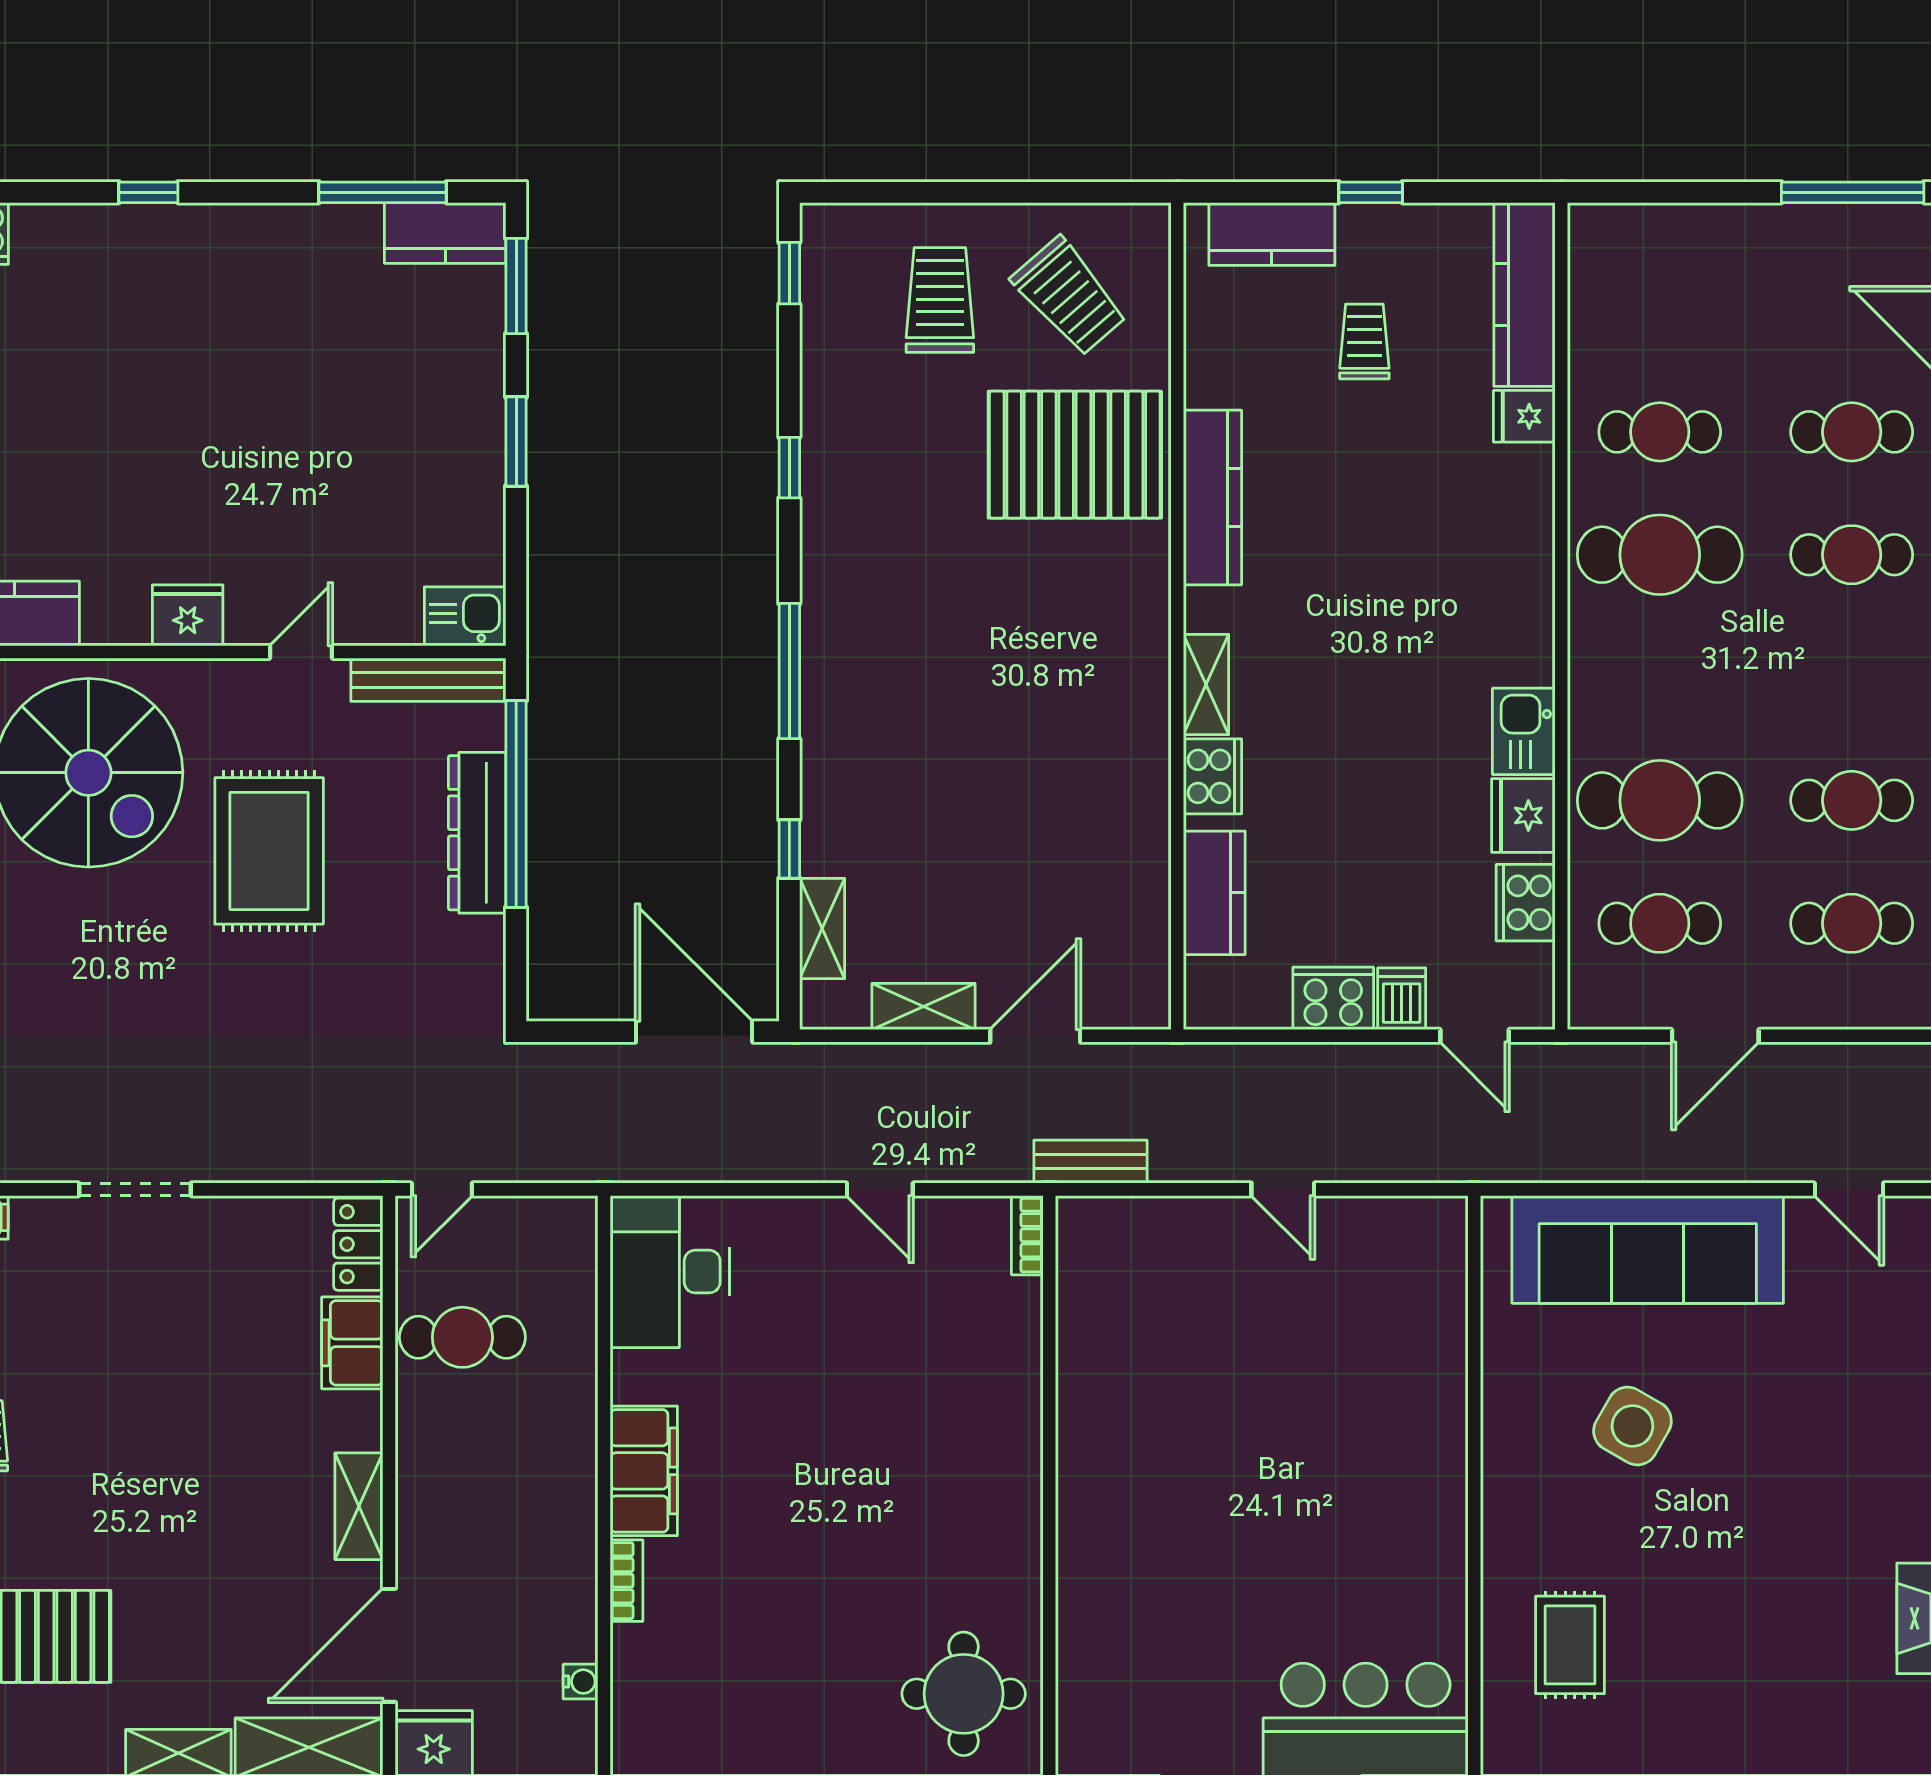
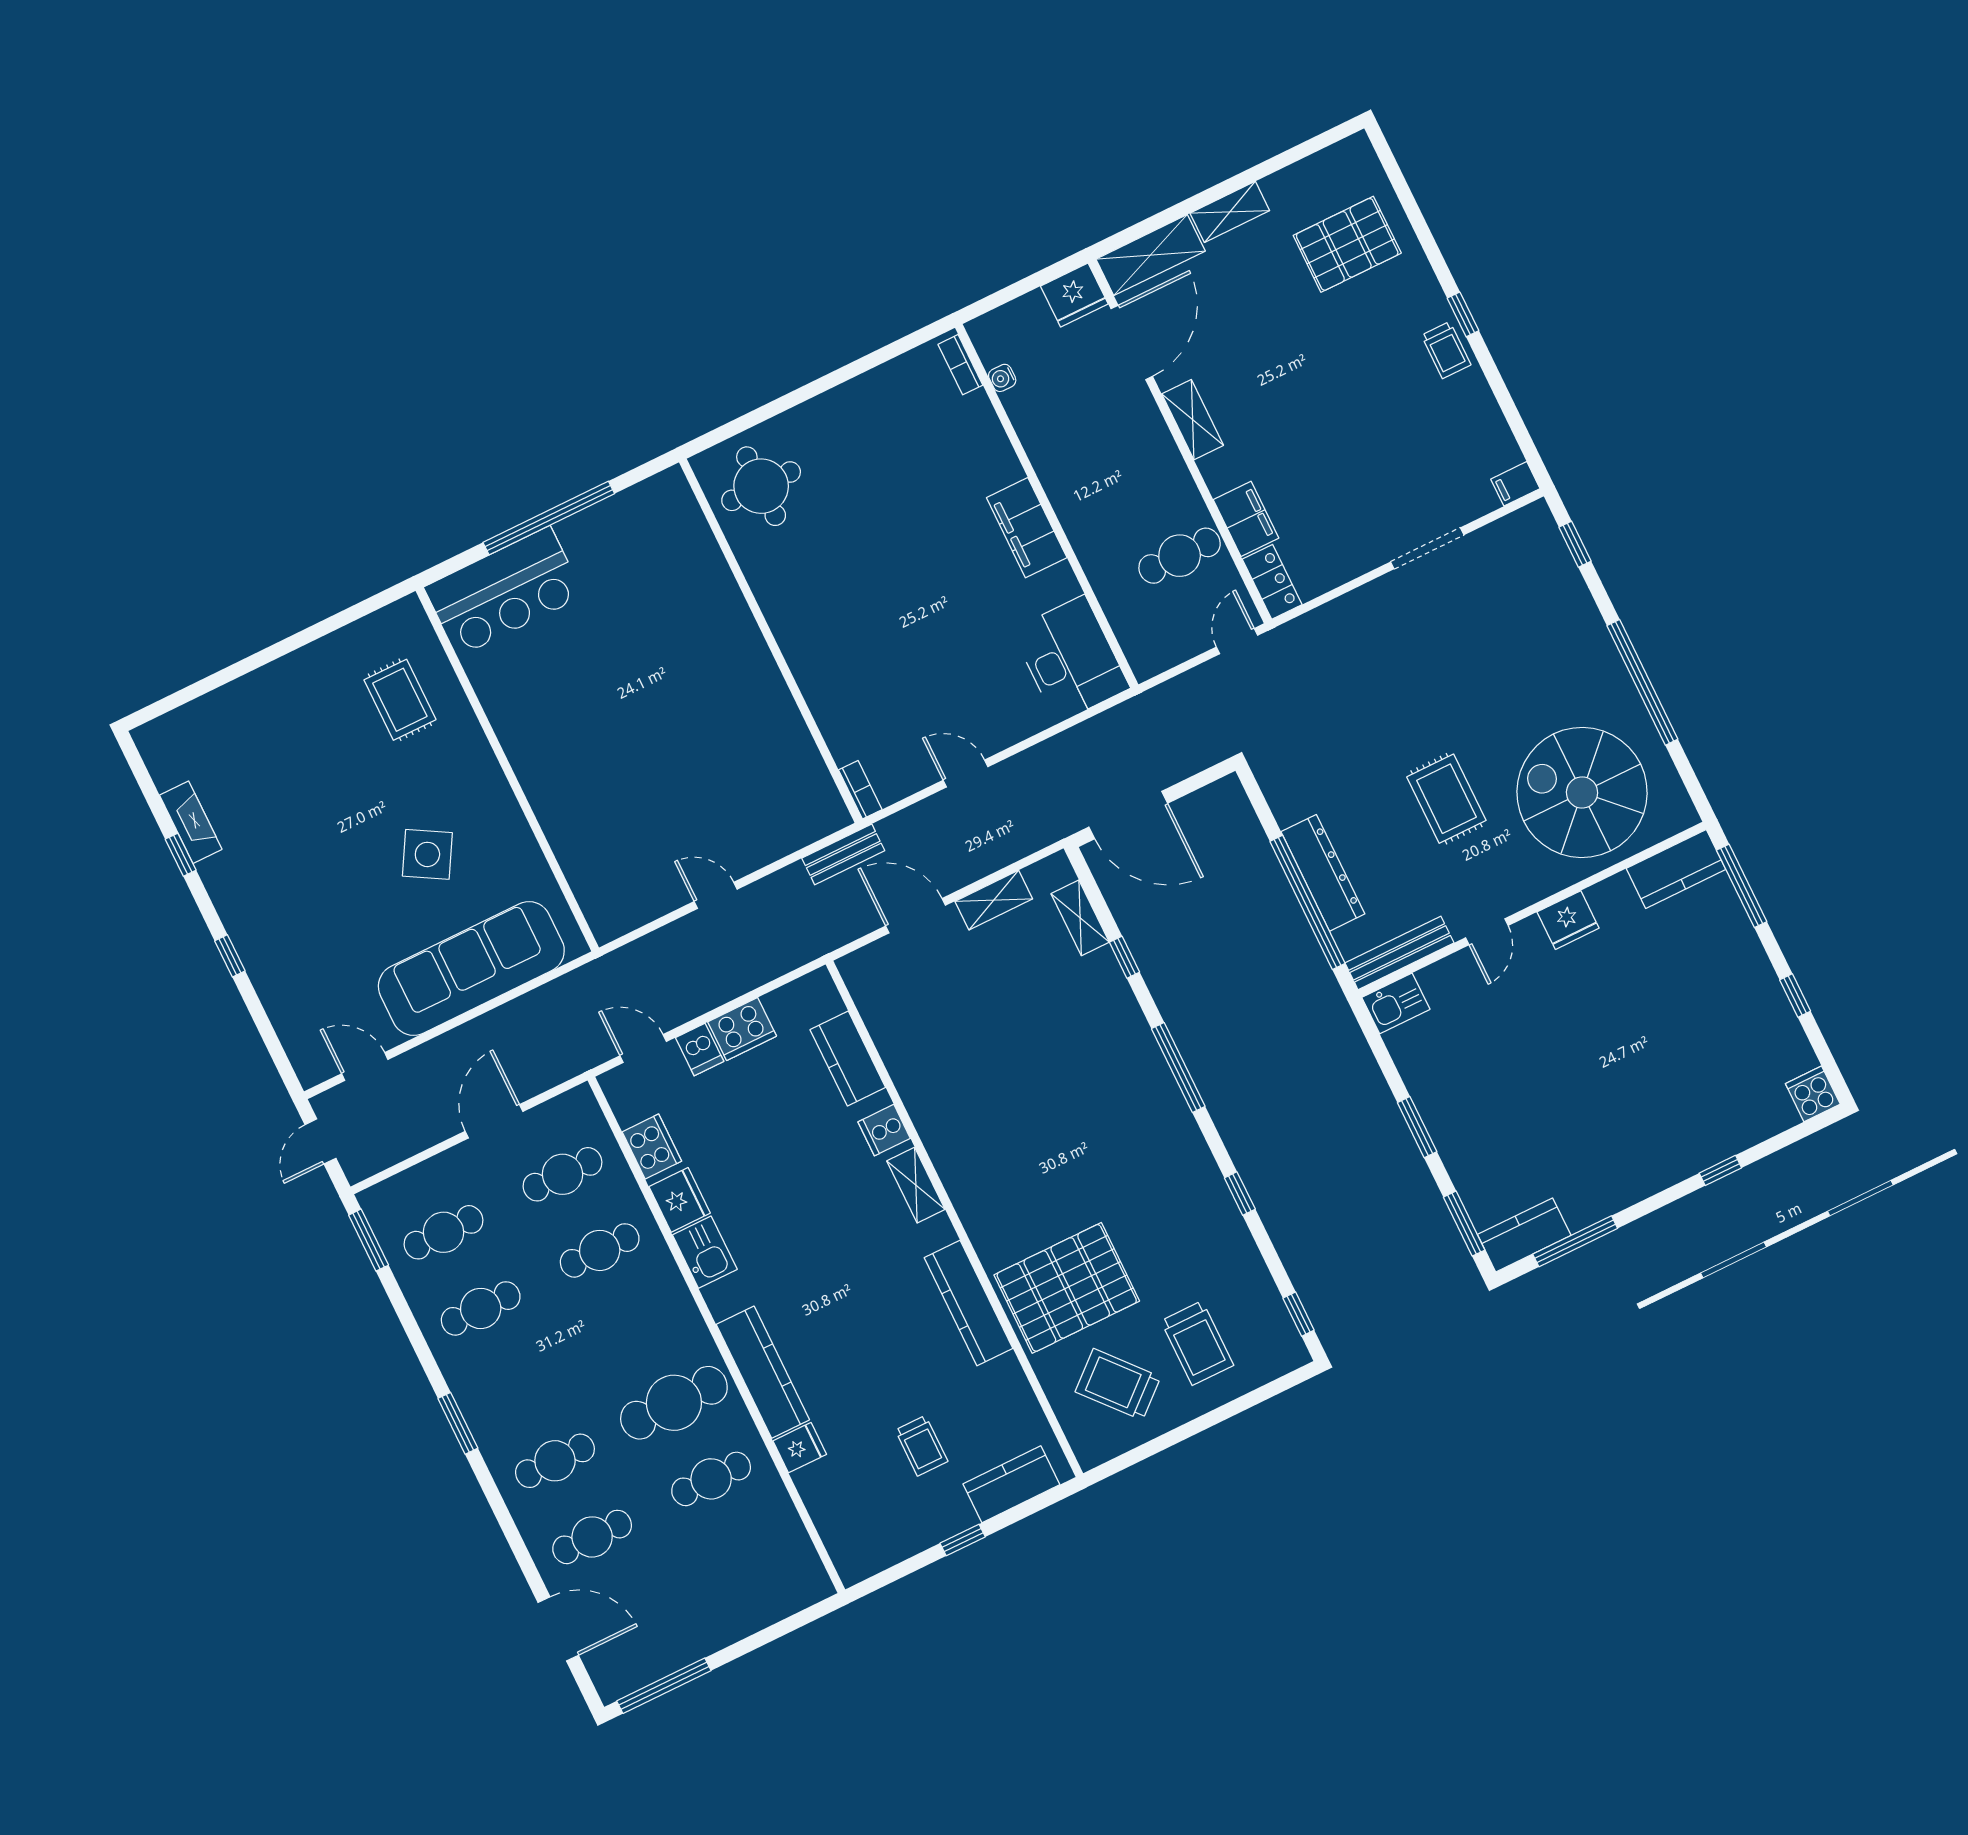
kitchen counter: (1524, 294) -> (763, 1372), moved
cooker: (1213, 776) -> (884, 1130), width x0.73
cafe table: (1660, 800) -> (600, 1250), width x0.73, depth x0.74
rug: (269, 851) -> (1446, 799), width x0.73, depth x0.70
door: (1035, 1036) -> (916, 916), swing flipped
bookcase: (627, 1581) -> (960, 365), moved

